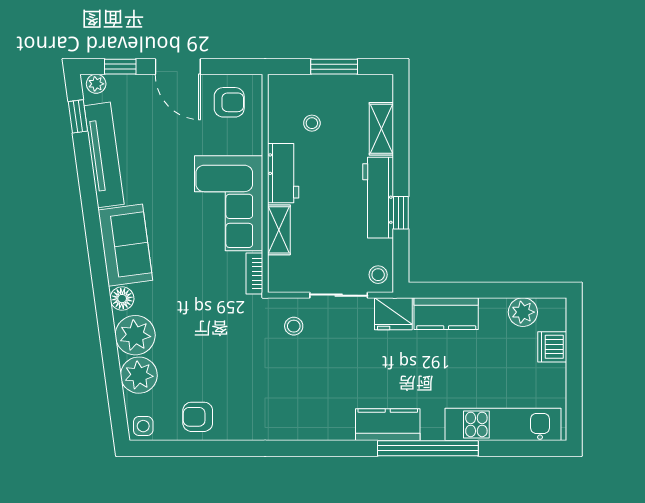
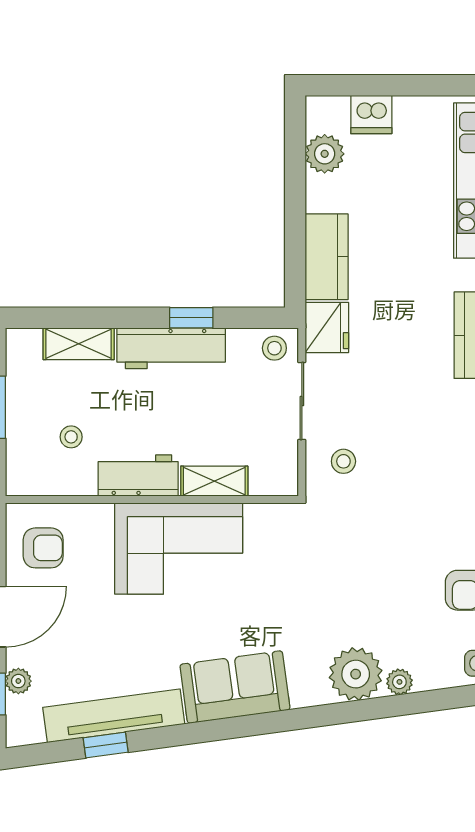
plant: (96, 84) -> (18, 681), moved
armchair: (229, 102) -> (43, 548), turned 90
window: (78, 116) -> (106, 745), moved
bookcase: (254, 274) -> (273, 514), removed
floor lamp: (122, 299) -> (306, 692), removed
plant: (139, 375) -> (399, 682), width x0.53, depth x0.53

